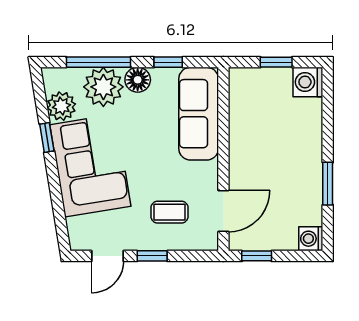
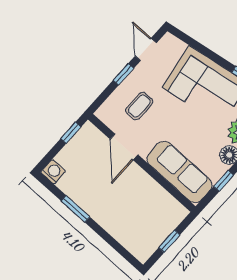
washing machine: (308, 82) -> (142, 249), removed
door: (223, 211) -> (124, 147), moved

